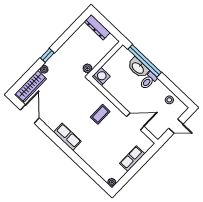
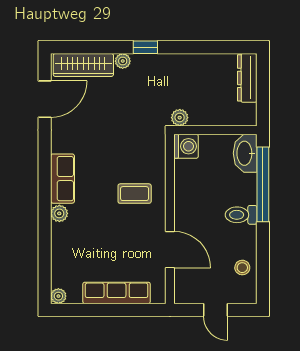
washbasin: (138, 68) -> (245, 153), moved
plant: (80, 151) -> (59, 213), added
row of seats: (132, 158) -> (117, 293), width x1.48

